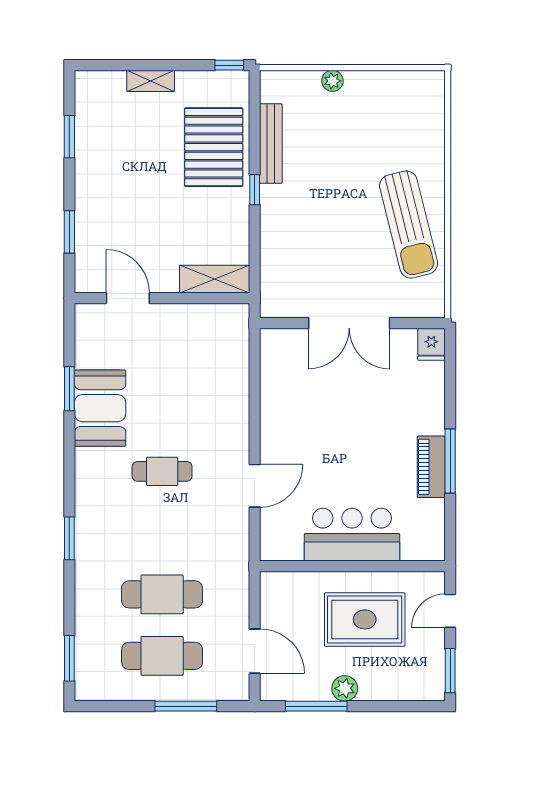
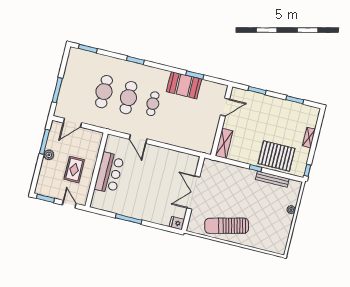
piano: (431, 467) -> (128, 211), removed
rug: (365, 619) -> (74, 170), width x0.73, depth x0.70
cafe table: (162, 656) -> (128, 98), moved

